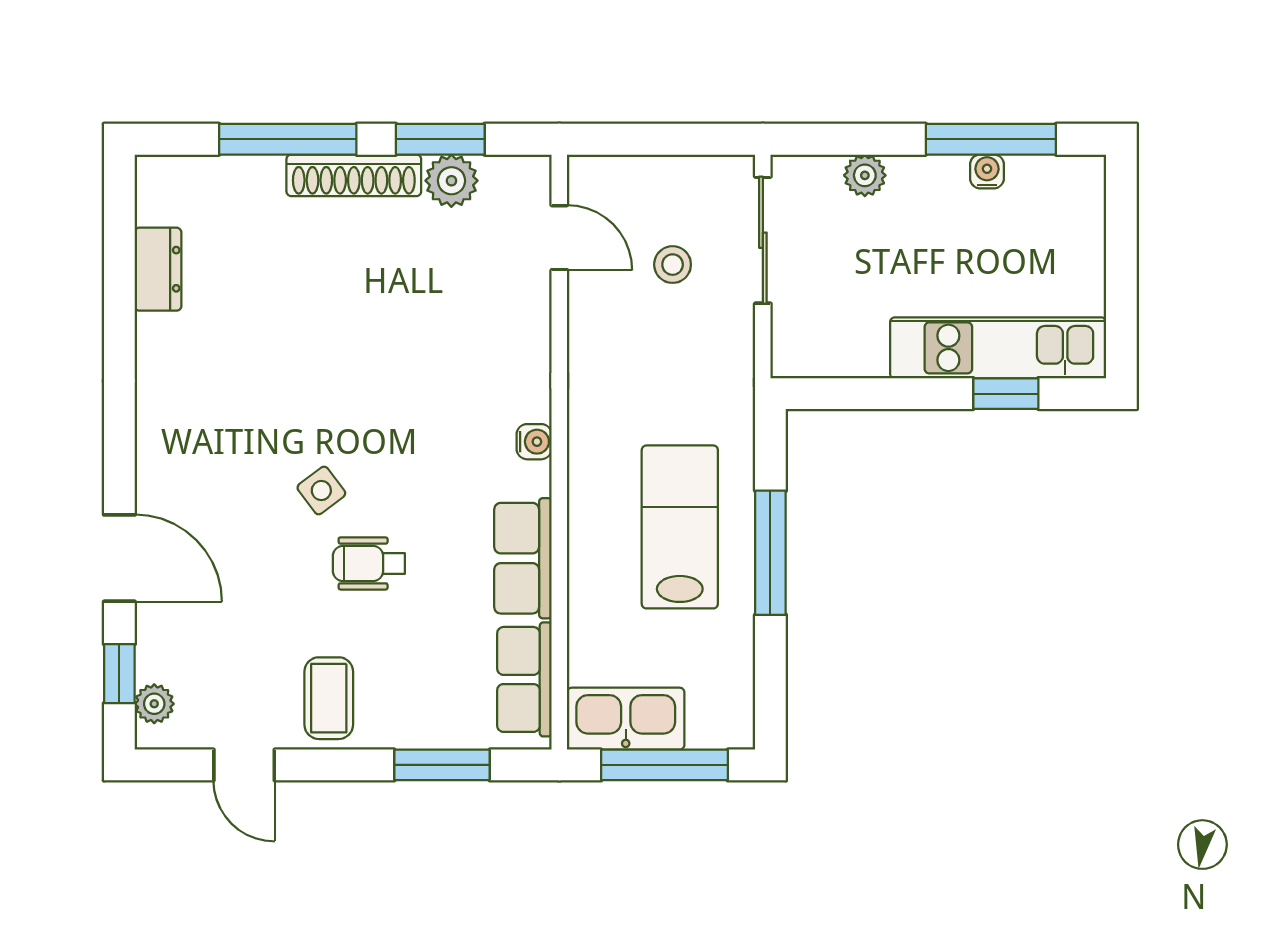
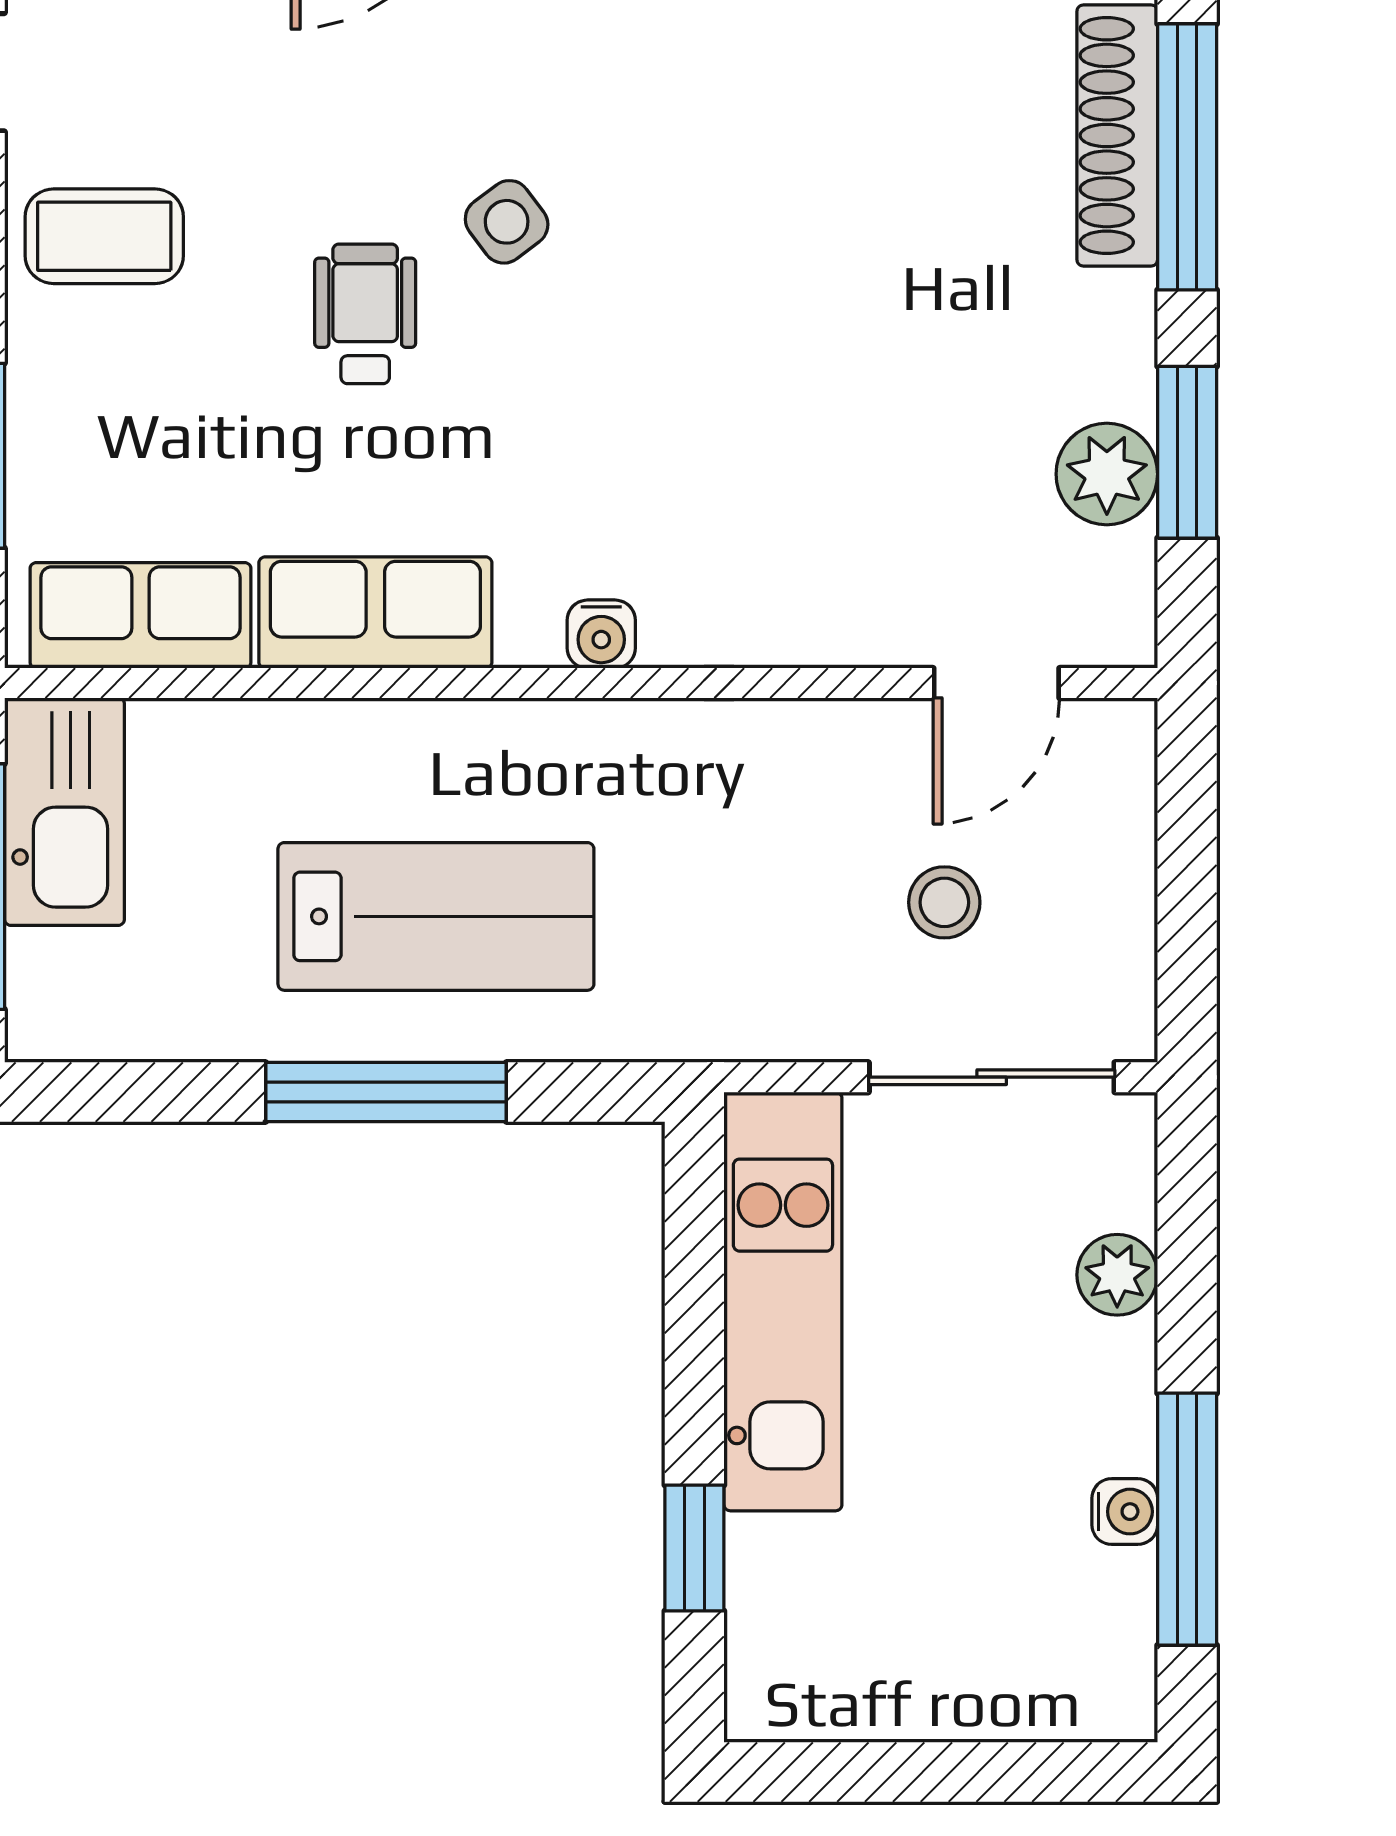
shoe rack: (354, 175) -> (1117, 135), moved
kitchen unit: (998, 348) -> (783, 1301), moved

